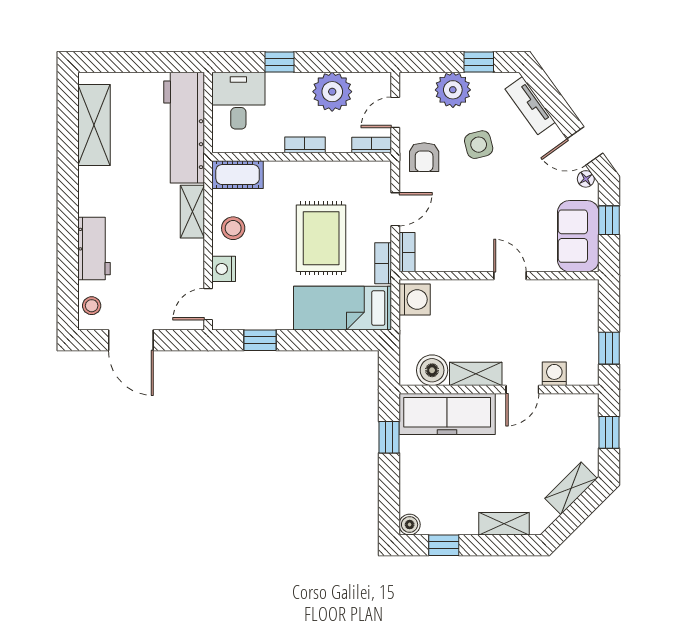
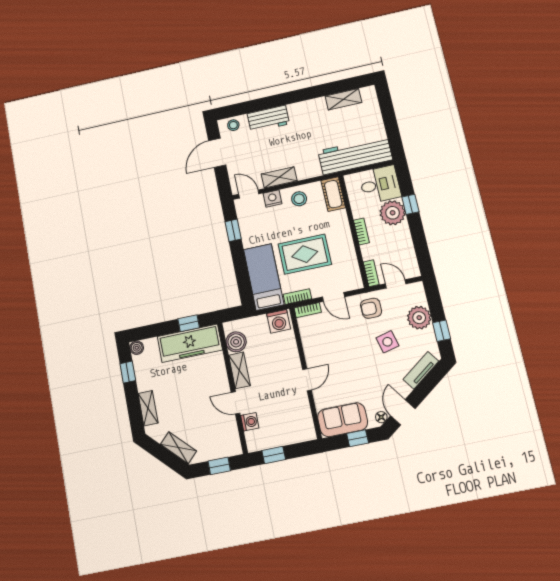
plant: (332, 92) -> (393, 213), moved
shelving: (94, 125) -> (343, 99), width x0.67, depth x0.75
shelving: (192, 212) -> (279, 177), moved
freezer: (447, 414) -> (190, 343), moved, turned -90

